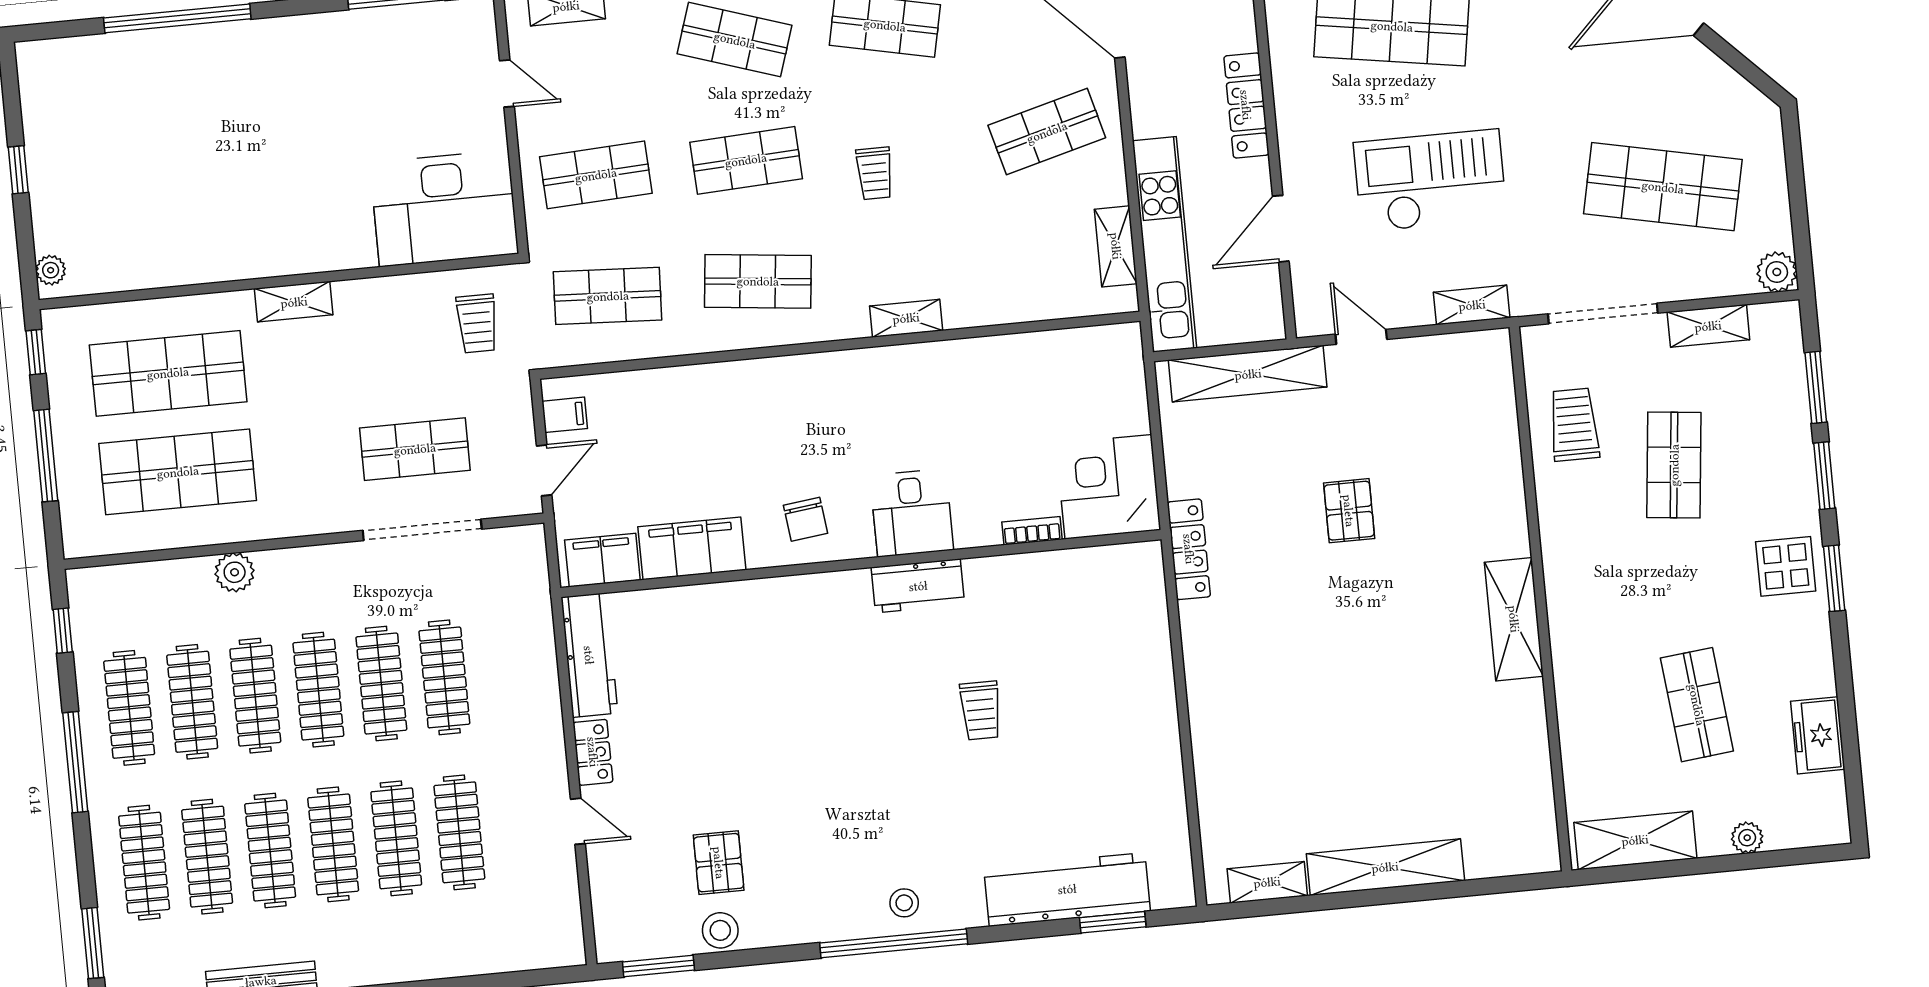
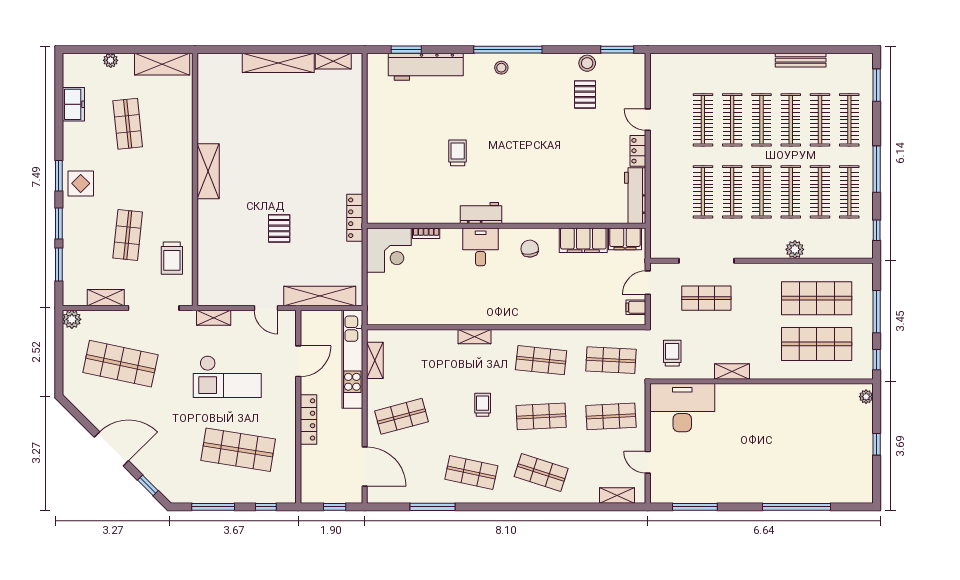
shelving: (294, 302) -> (732, 371), moved

